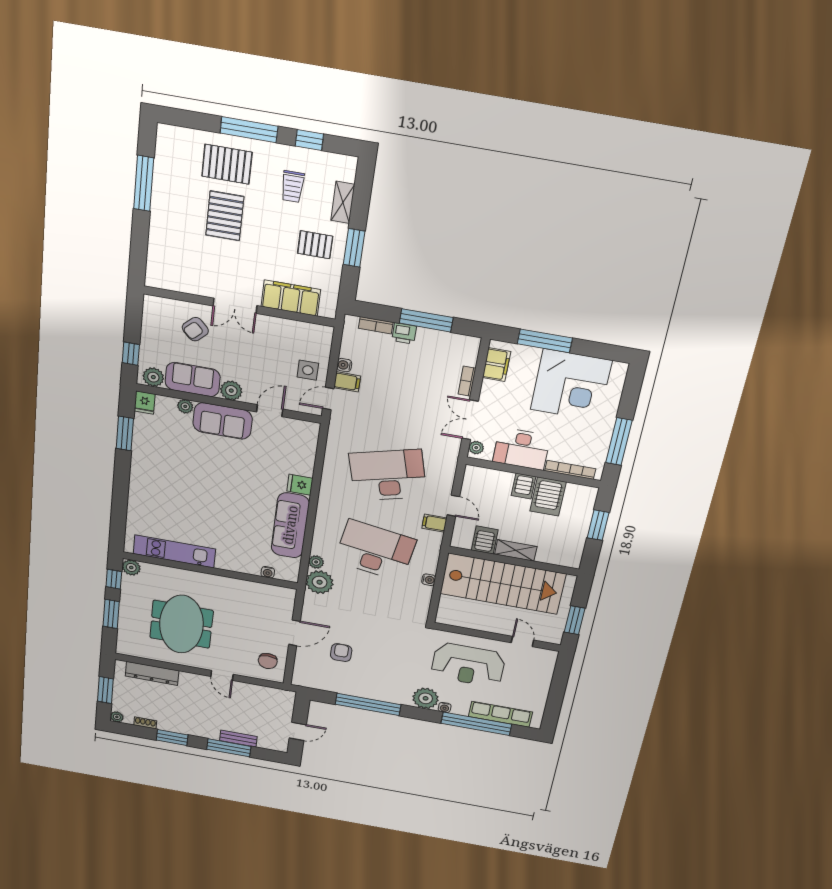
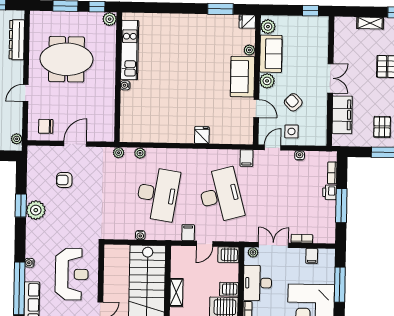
shelving: (157, 238) -> (370, 23), added
double door: (235, 306) -> (330, 78), swing flipped
armchair: (195, 329) -> (293, 102), moved
window: (131, 354) -> (311, 11), moved
filing cabinet: (496, 365) -> (312, 256), width x0.50
filing cabinet: (347, 382) -> (246, 158), moved
door: (328, 399) -> (273, 148), hinge flipped
sofa: (290, 525) -> (167, 132), removed
server rack: (485, 540) -> (228, 255), moved, turned 180
water cooler: (268, 572) -> (125, 85), moved
plant: (320, 582) -> (119, 153), width x0.53, depth x0.53
door: (294, 633) -> (75, 144), swing flipped
armchair: (341, 653) -> (64, 180), turned 180
reception desk: (468, 665) -> (72, 274), turned 180
plant: (281, 694) -> (17, 139), added
plant: (426, 698) -> (36, 210), moved
window: (368, 704) -> (21, 206), width x0.47

